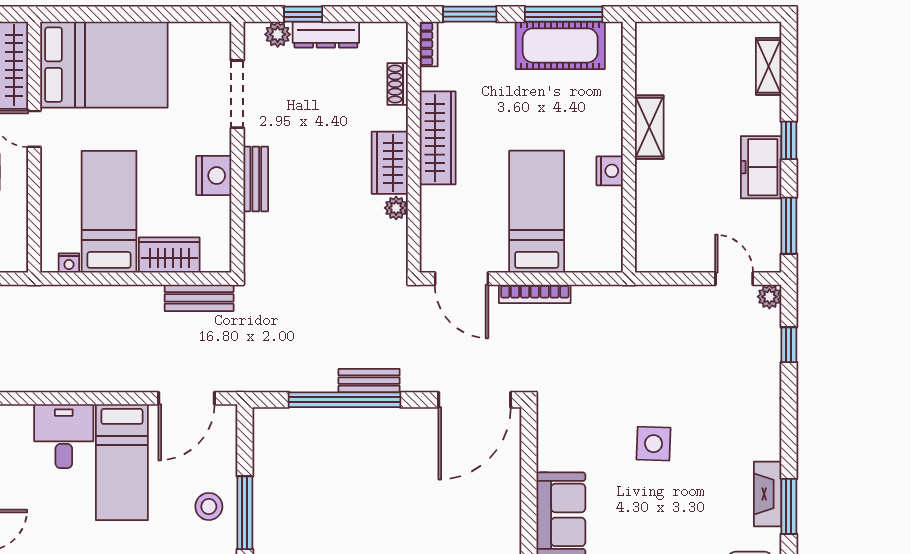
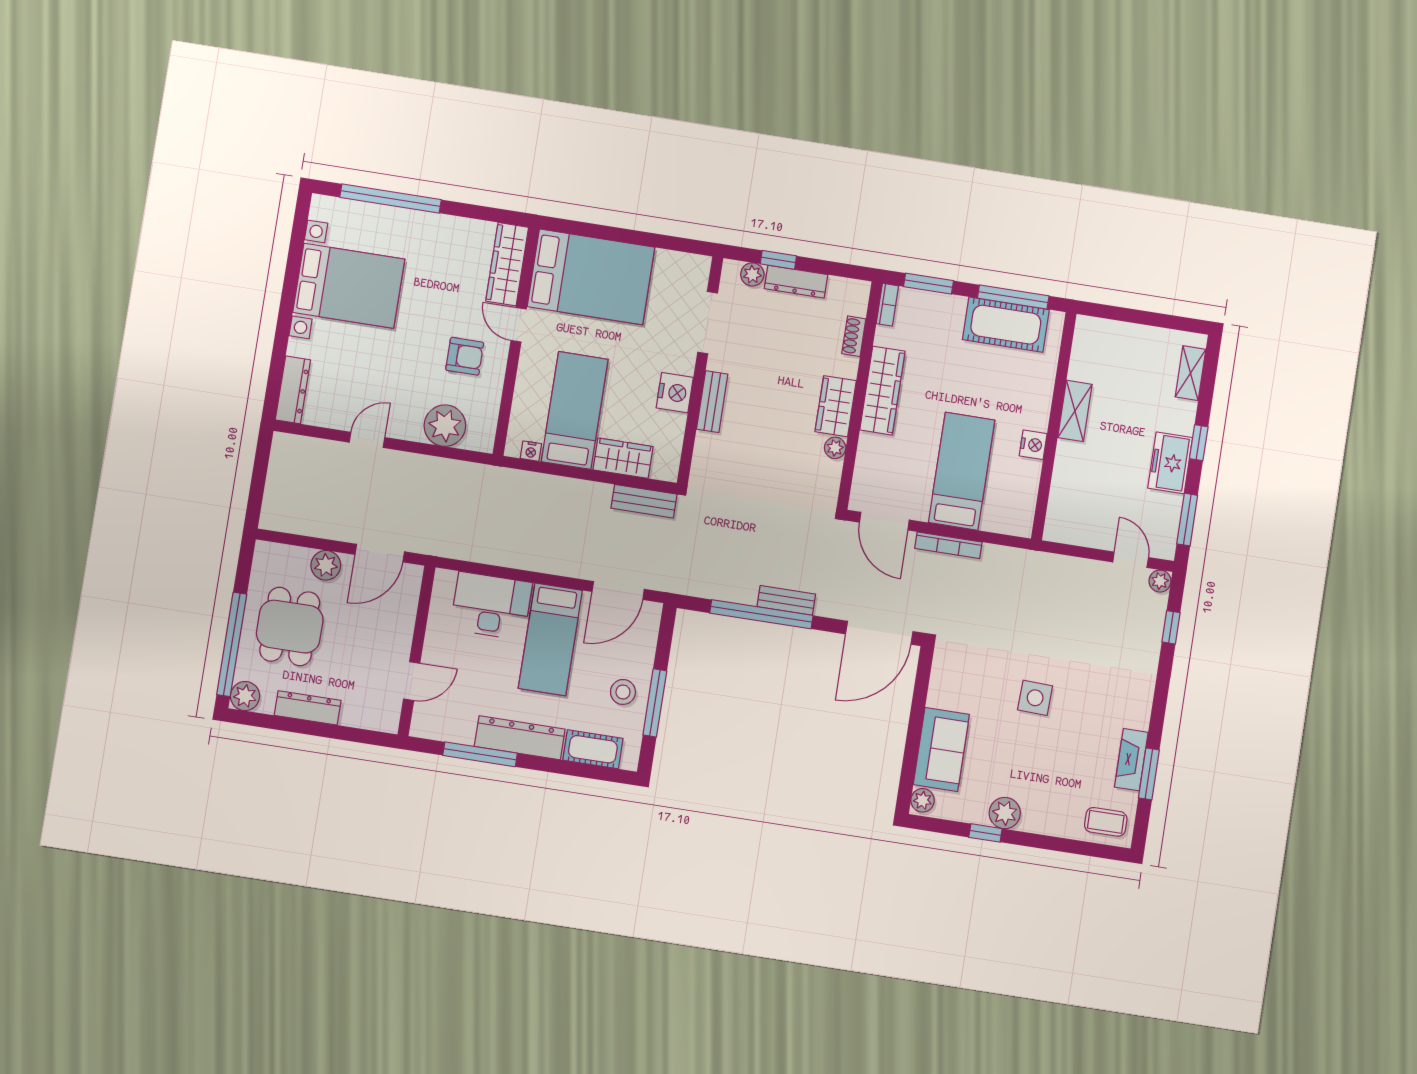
desk: (64, 436) -> (491, 606), width x1.37

